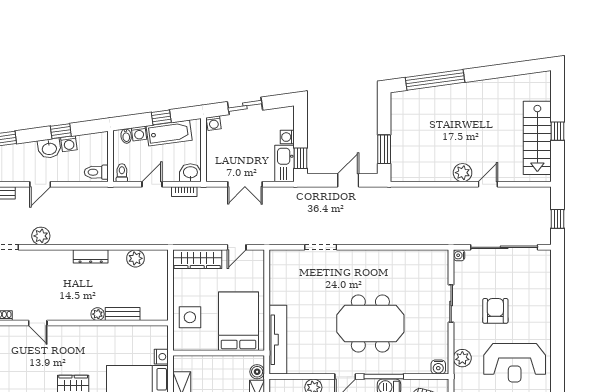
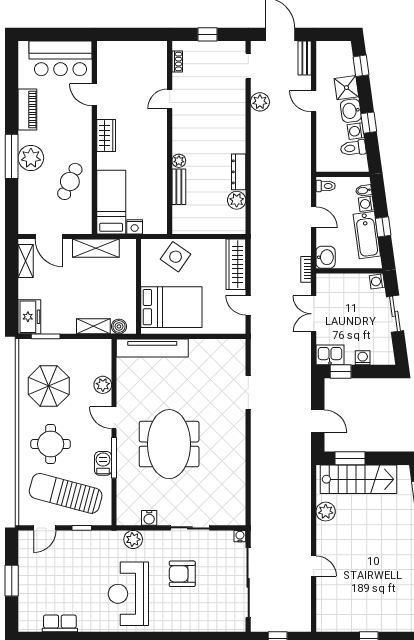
stairs: (537, 138) -> (358, 479), moved, turned 180
shower: (27, 153) -> (346, 88), added
kitchen sink: (285, 164) -> (330, 355), width x0.73
toilet: (96, 172) -> (353, 148), moved, turned -98
plant: (463, 173) -> (326, 512), moved
bookcase: (184, 192) -> (306, 269), moved
dresser: (91, 256) -> (239, 172), moved
armchair: (495, 311) -> (182, 574), turned 180
side table: (190, 317) -> (176, 257), turned 35
water cooler: (438, 367) -> (149, 518), moved, turned -90

